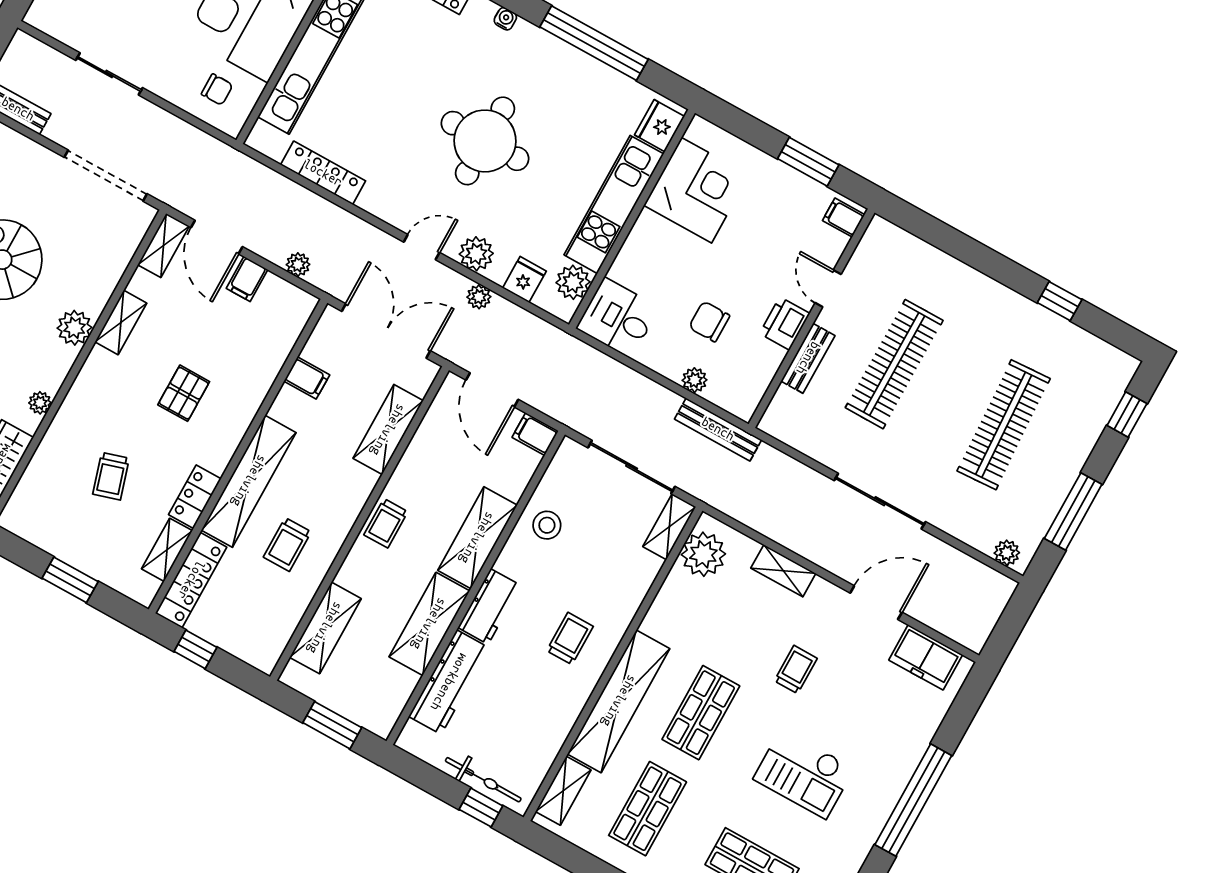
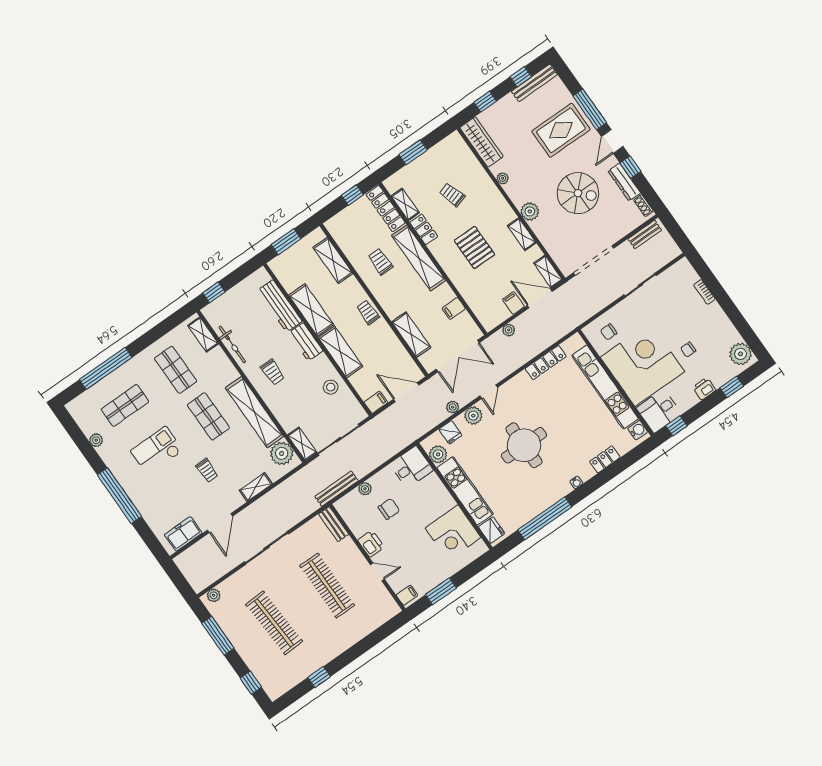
bench: (808, 358) -> (334, 524), moved
pallet: (184, 393) -> (474, 248), width x1.50, depth x1.42
shelving: (619, 701) -> (254, 412), moved
bicycle: (483, 780) -> (232, 345), moved, turned -90

